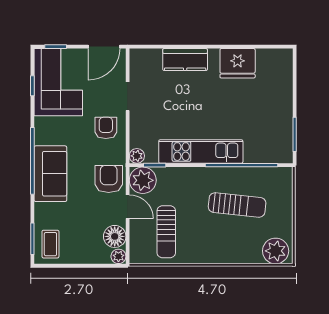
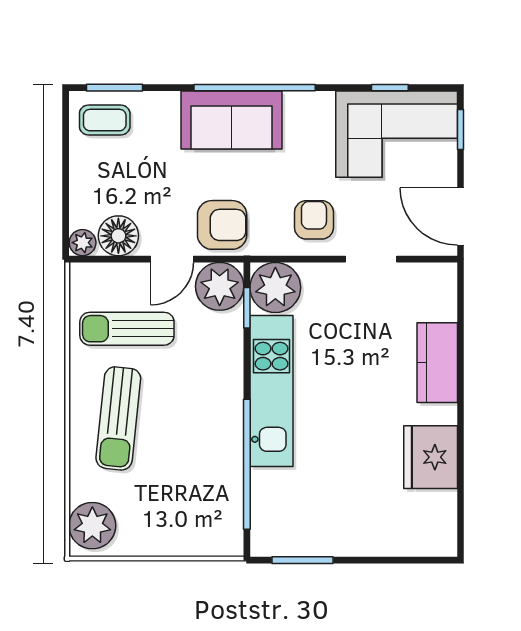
armchair: (106, 128) -> (314, 220), turned -90
plant: (137, 156) -> (275, 288), width x1.87, depth x1.87
sun lounger: (237, 205) -> (118, 418), moved

